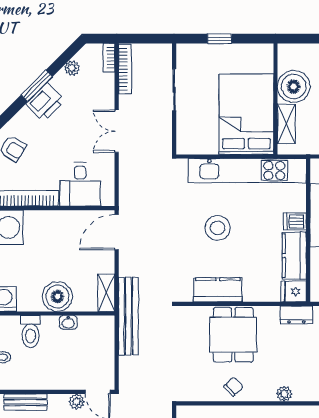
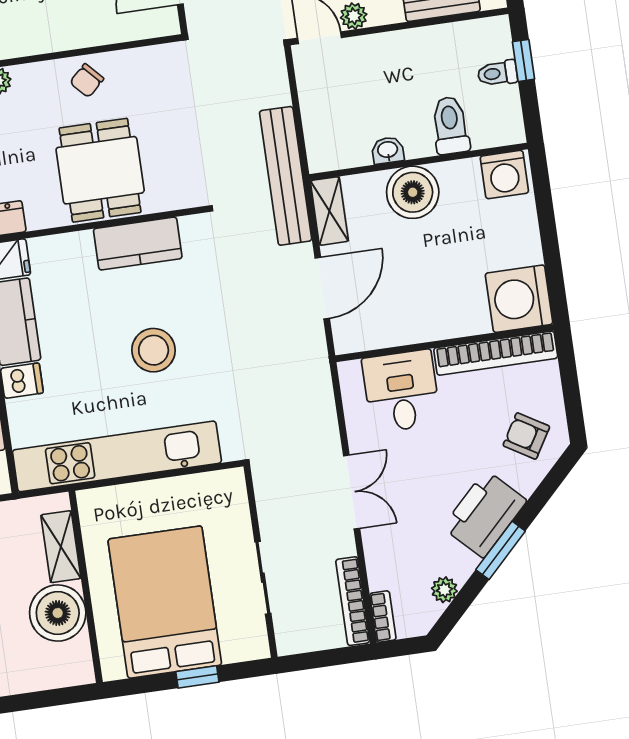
printer: (45, 102) -> (485, 514), width x1.37, depth x1.19
bed: (246, 114) -> (165, 602), moved, turned 180
door: (117, 232) -> (322, 288), moved

